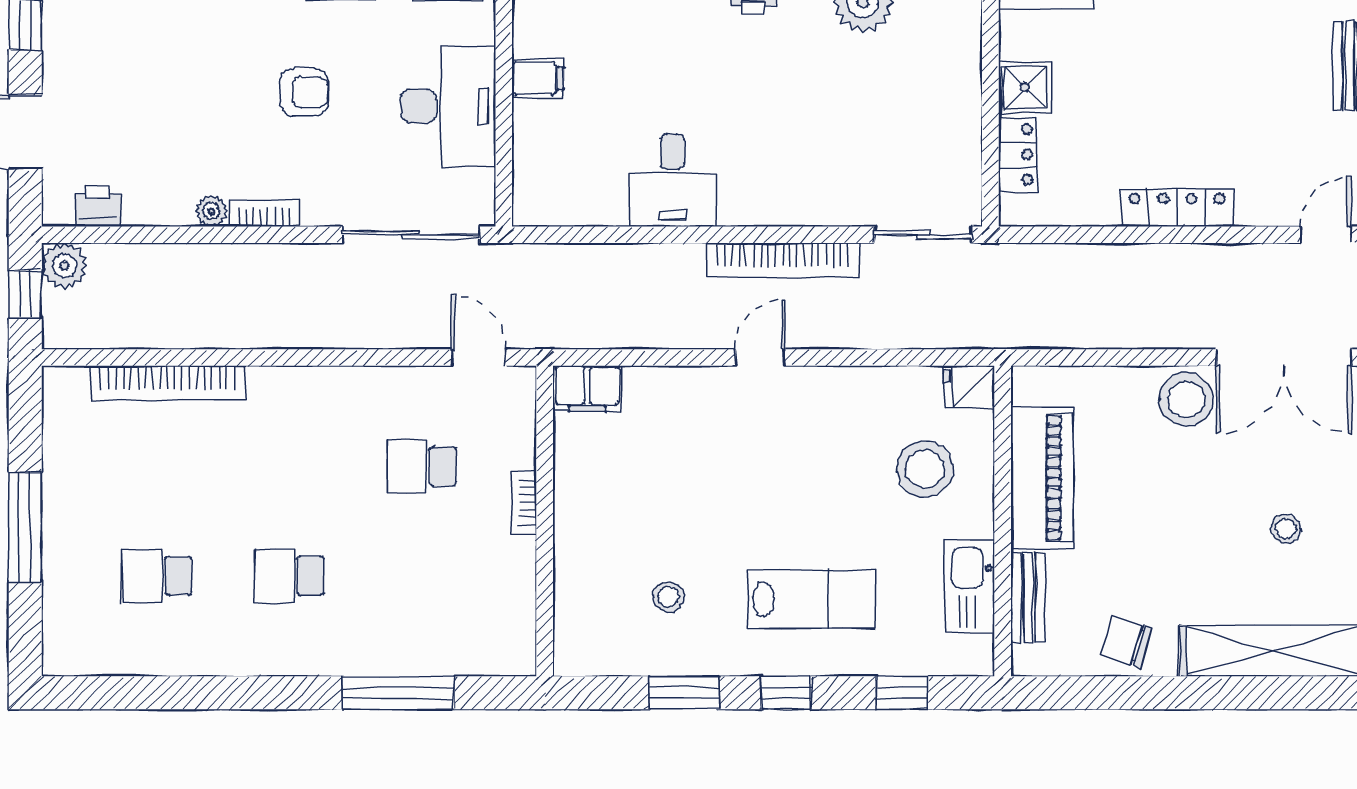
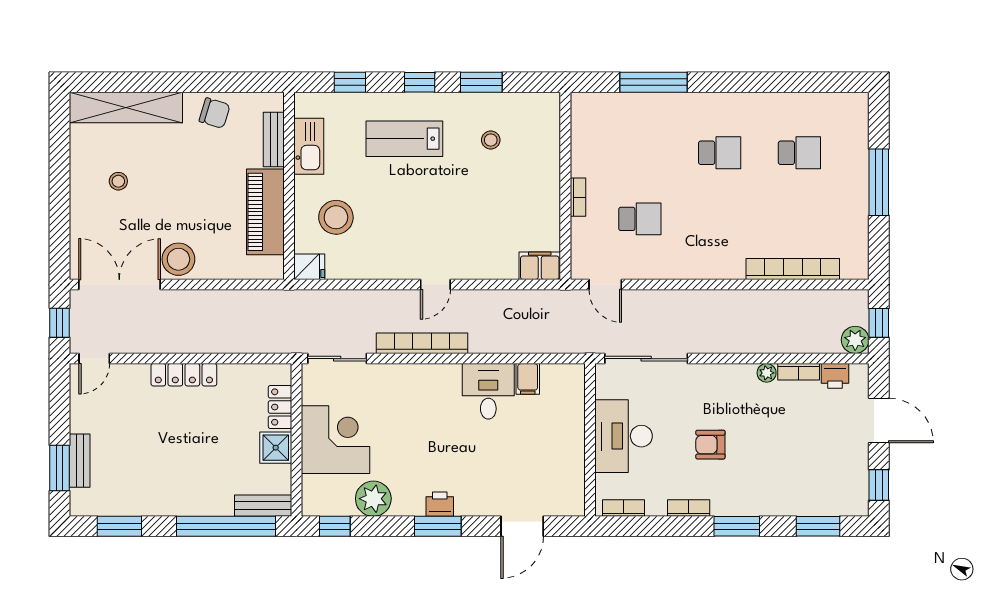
filing cabinet: (538, 78) -> (528, 379), moved, turned -90
corner desk: (926, 100) -> (335, 440), added
bookcase: (264, 213) -> (799, 372), moved

